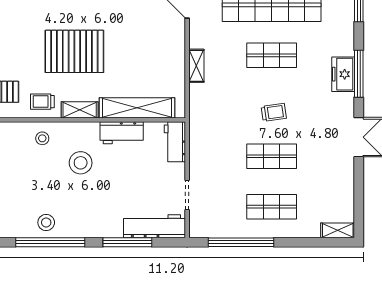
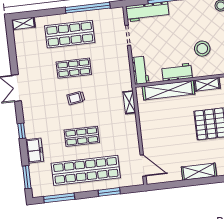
shelving: (196, 66) -> (129, 102), moved
freezer: (343, 74) -> (35, 151), moved
window: (359, 74) -> (21, 131), width x0.46
shop shelf: (272, 207) -> (70, 34), width x1.43, depth x1.36

